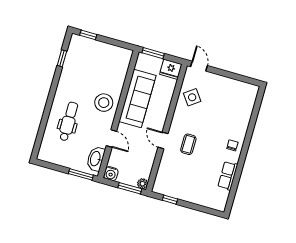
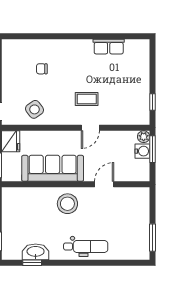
dental chair: (68, 121) -> (86, 246), moved, turned 180
chair: (232, 145) -> (42, 69), moved
washbasin: (96, 159) -> (36, 252), moved, turned 180
window: (81, 174) -> (153, 238), moved
water cooler: (111, 174) -> (142, 151), moved

